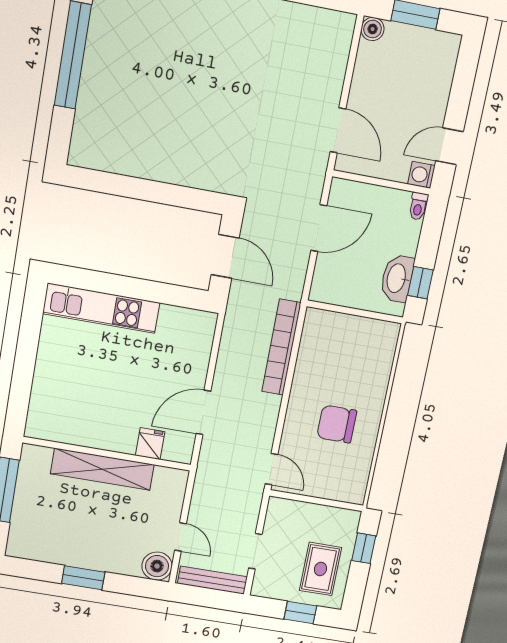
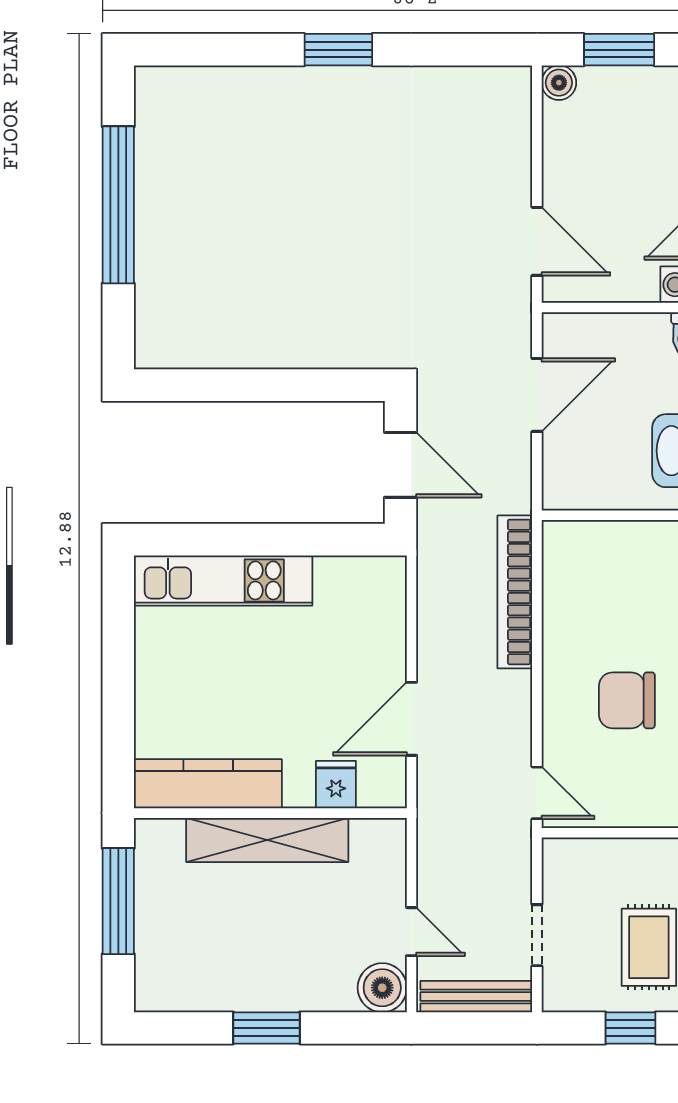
kitchen counter: (71, 430) -> (208, 784), added

